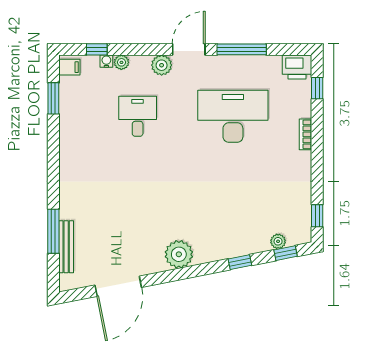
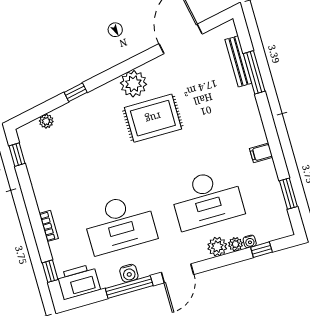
water cooler: (238, 64) -> (129, 273), added
plant: (162, 65) -> (217, 247), moved
filing cabinet: (69, 67) -> (261, 153), moved
printer: (297, 67) -> (78, 282), width x1.37, depth x1.19
desk: (138, 116) -> (207, 199), width x1.87, depth x1.30
rug: (169, 214) -> (153, 118), added
window: (286, 253) -> (36, 112), removed

